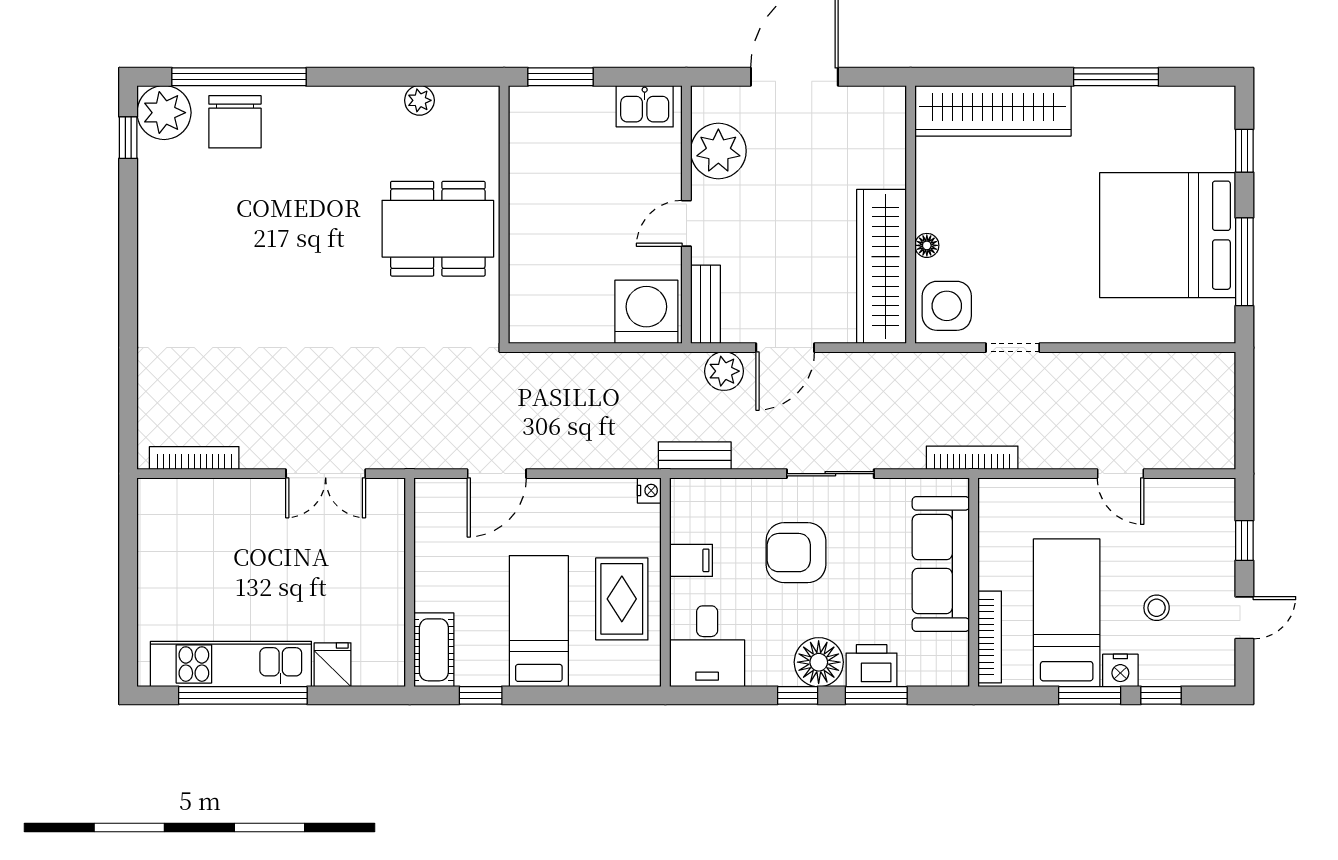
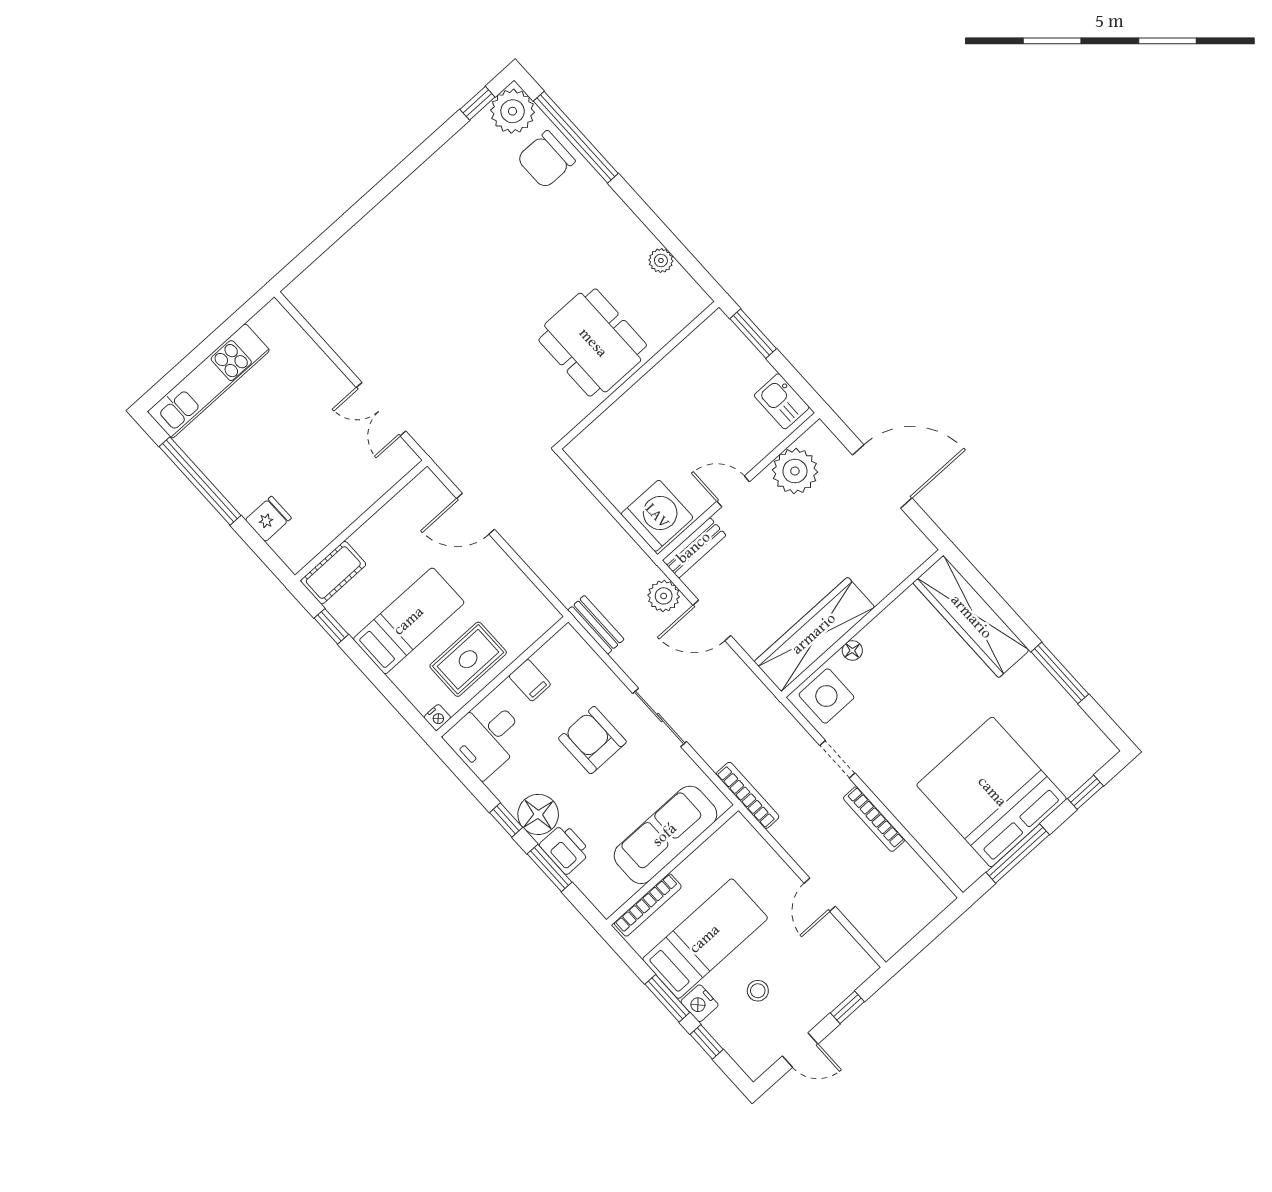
bookcase: (194, 458) -> (874, 819), moved, turned 180
nightstand: (649, 491) -> (437, 717), moved
kitchen unit: (231, 664) -> (209, 381), moved, turned 90

